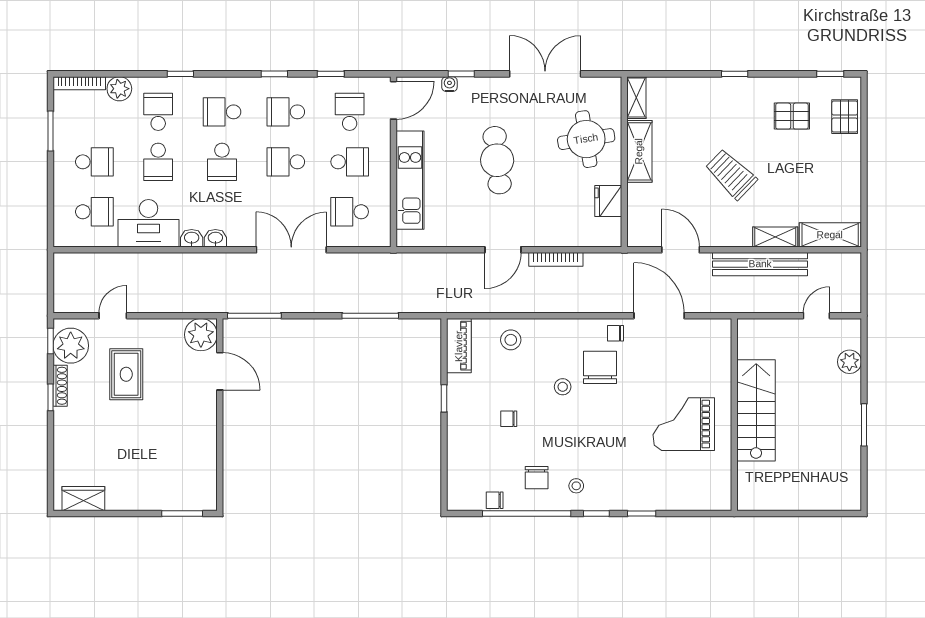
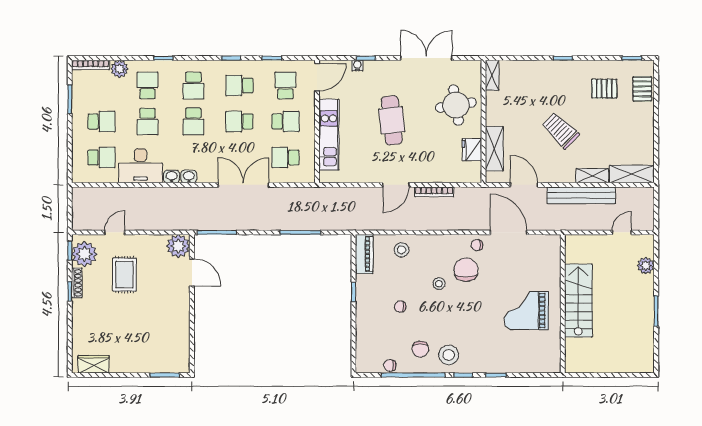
school desk: (222, 112) -> (193, 85), turned -90
shelving: (639, 151) -> (494, 149), moved
stool: (576, 486) -> (449, 355), width x1.89, depth x1.89

